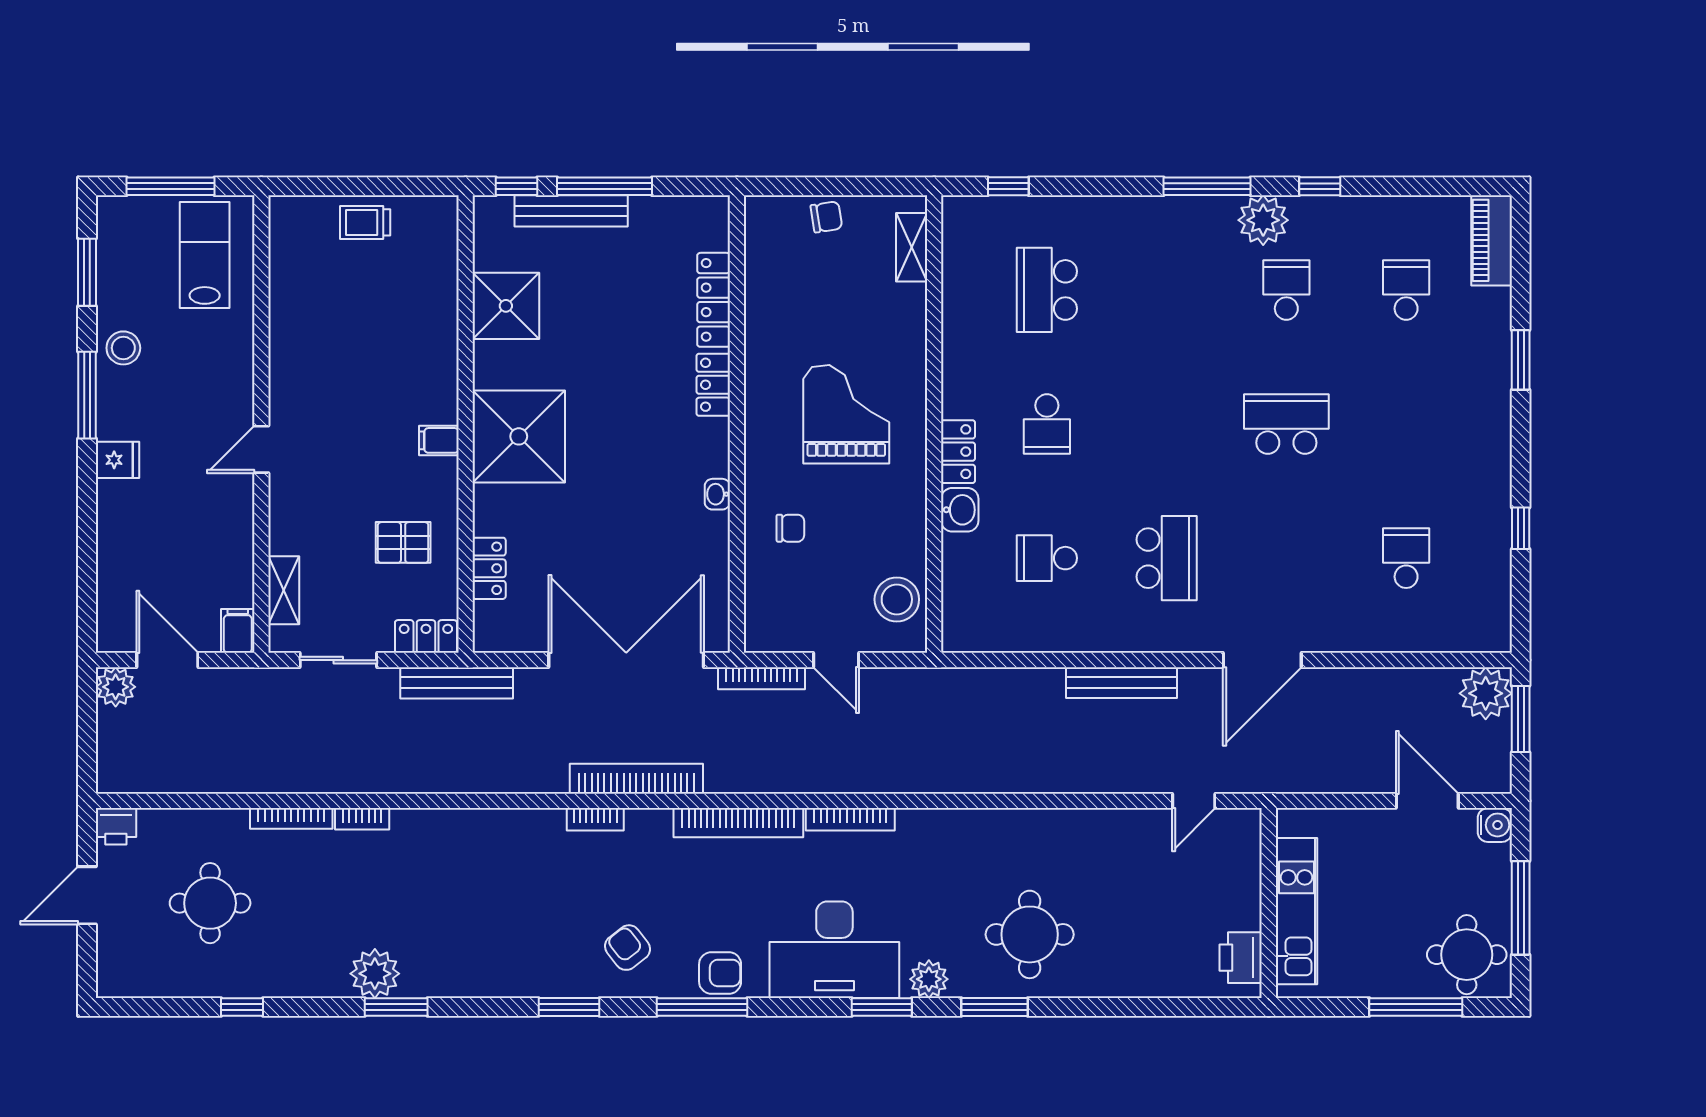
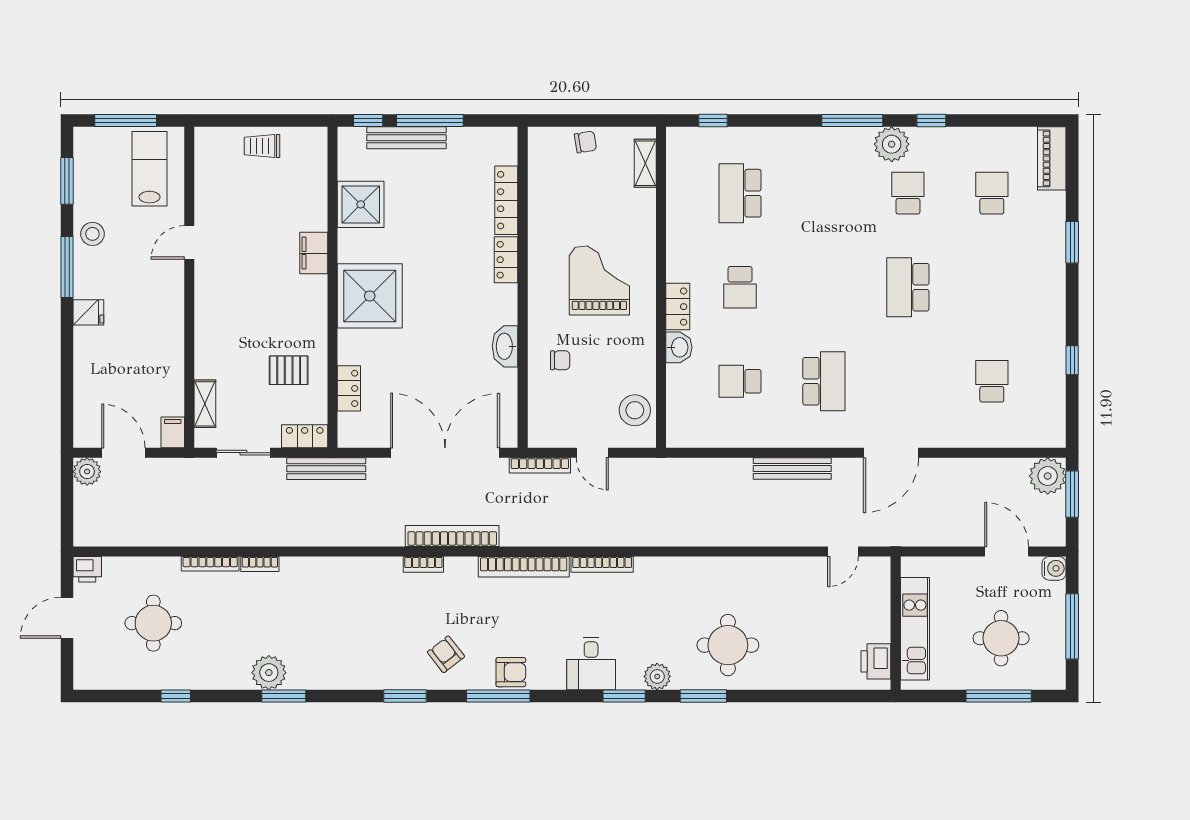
school desk: (1286, 424) -> (908, 287), turned -90
filing cabinet: (439, 440) -> (314, 253), moved, width x2.00
door: (261, 449) -> (189, 242), moved
washbasin: (717, 494) -> (505, 346), width x1.91, depth x1.45
desk: (834, 950) -> (591, 664), width x0.53, depth x0.77
round table: (1467, 955) -> (1001, 638), moved

